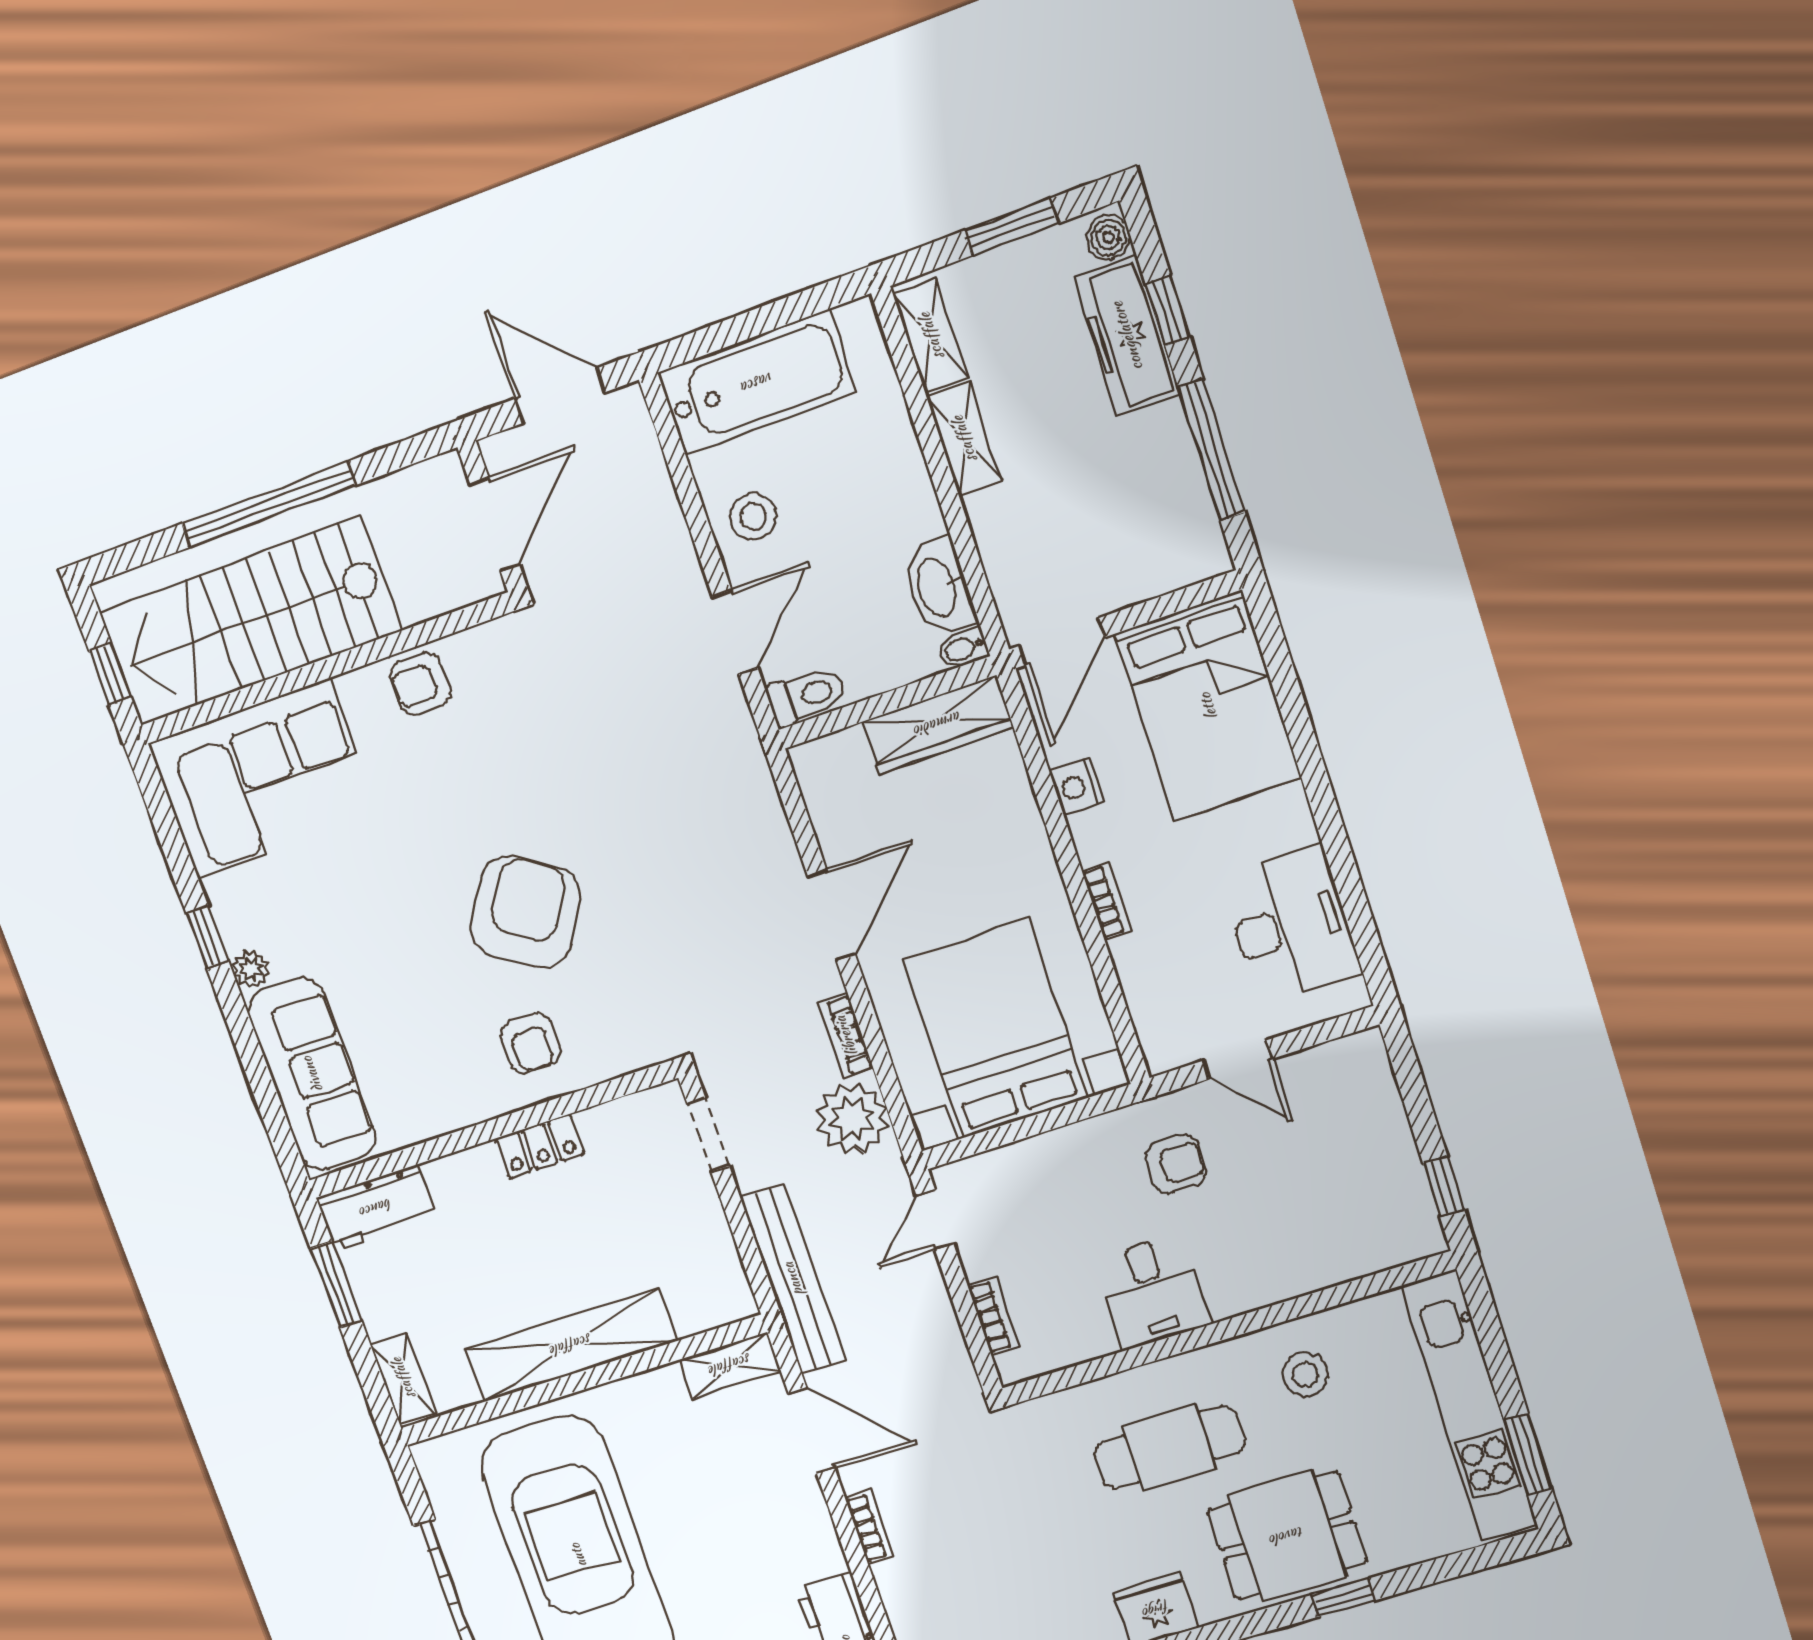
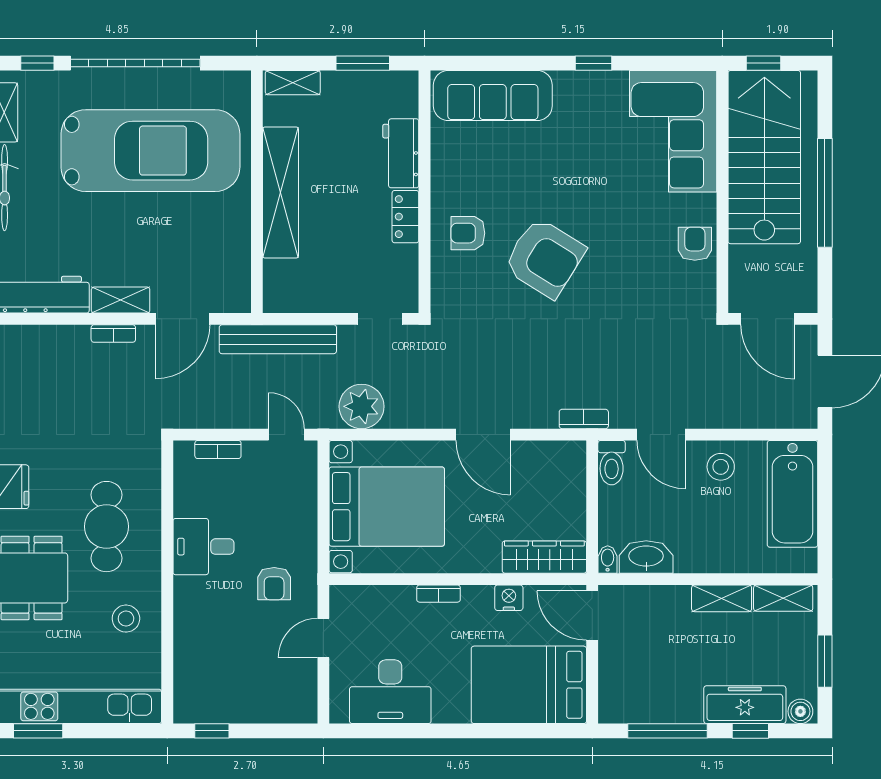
wardrobe: (938, 724) -> (544, 557), moved, turned 90
plant: (251, 969) -> (566, 82), removed
bookcase: (846, 1036) -> (584, 419), moved
workbench: (376, 1208) -> (401, 153), moved
shelving: (730, 1365) -> (121, 300), moved, turned 90

